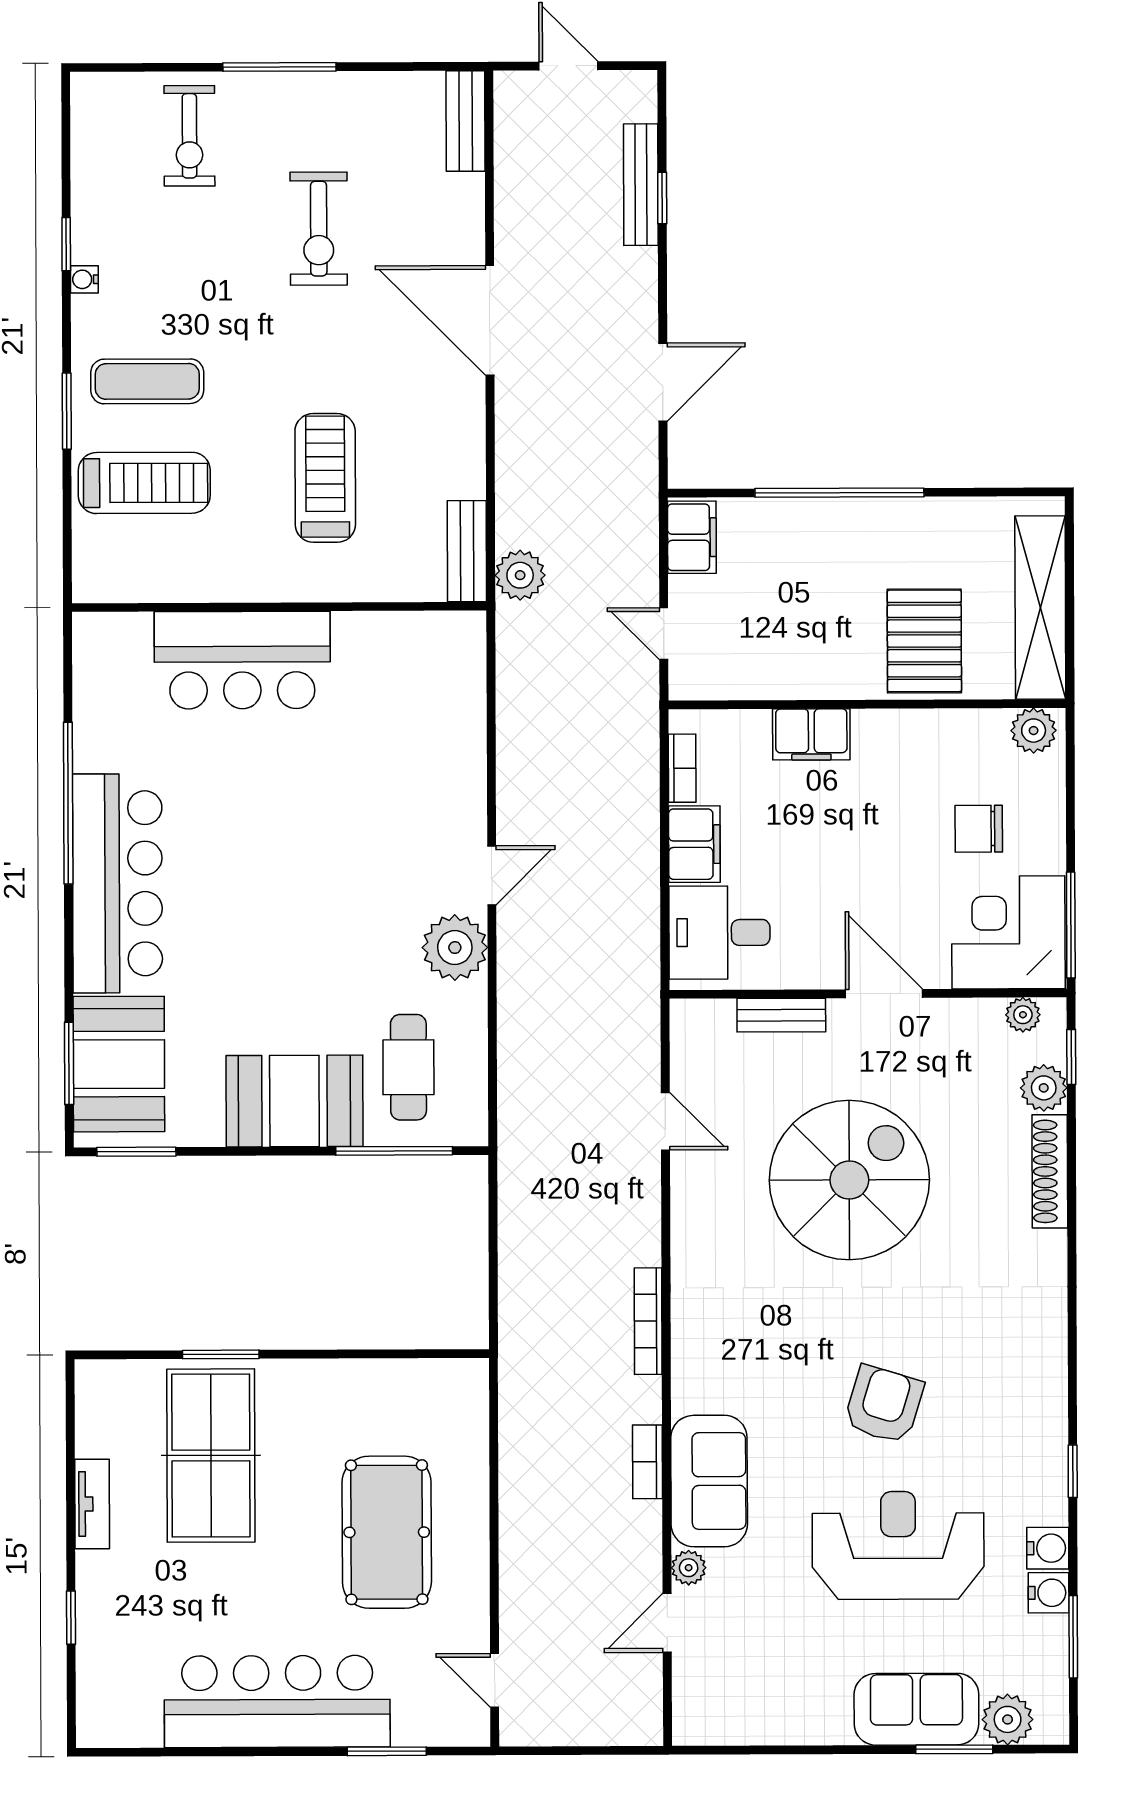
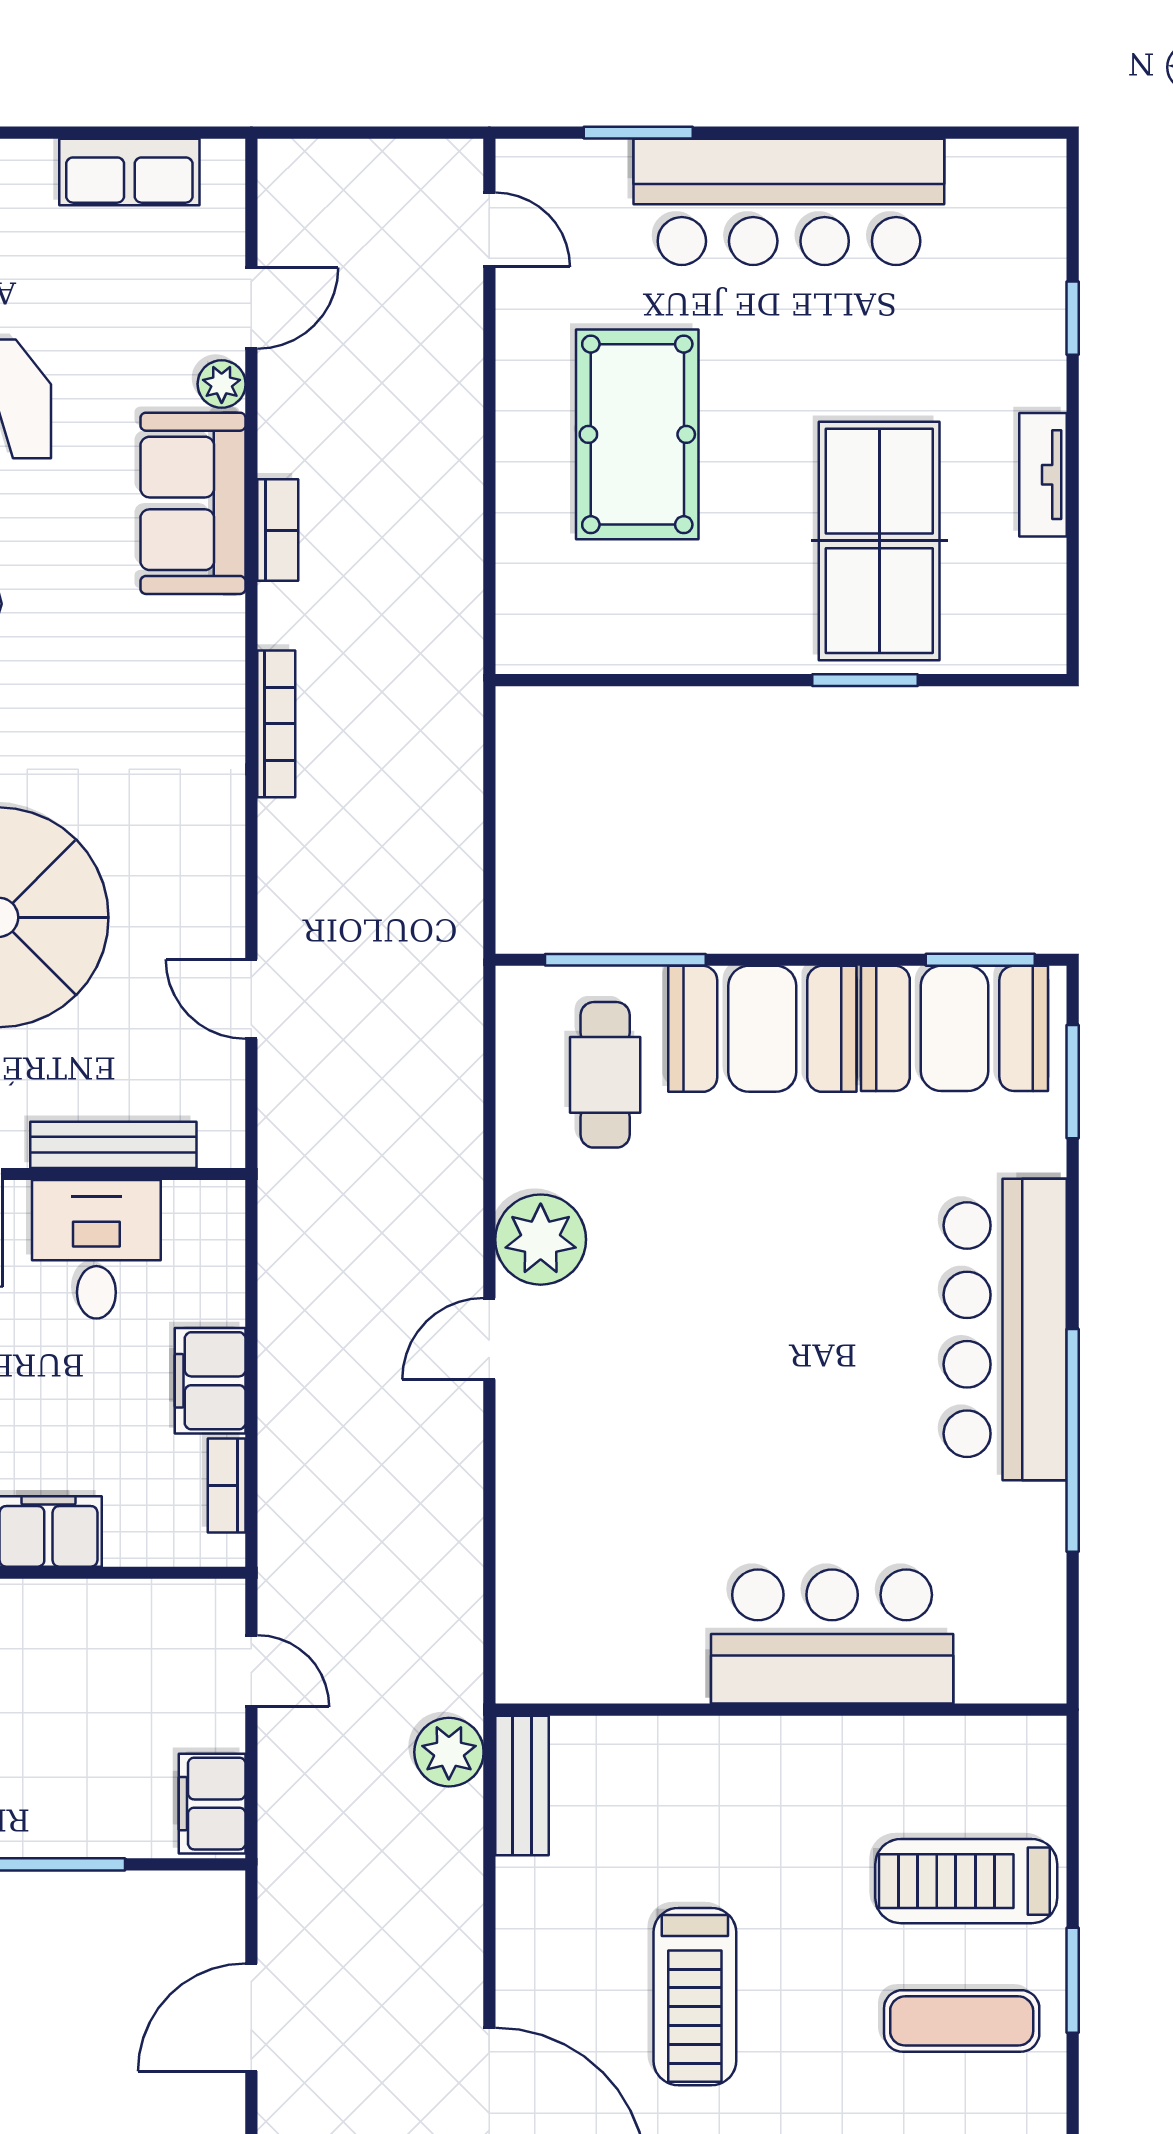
treadmill: (325, 478) -> (695, 1997), moved
desk: (719, 933) -> (96, 1249), moved, turned -90
bench: (781, 1015) -> (113, 1145), width x1.36
booth: (119, 1064) -> (955, 1028), moved, turned 90
row of seats: (756, 1721) -> (129, 172), added

